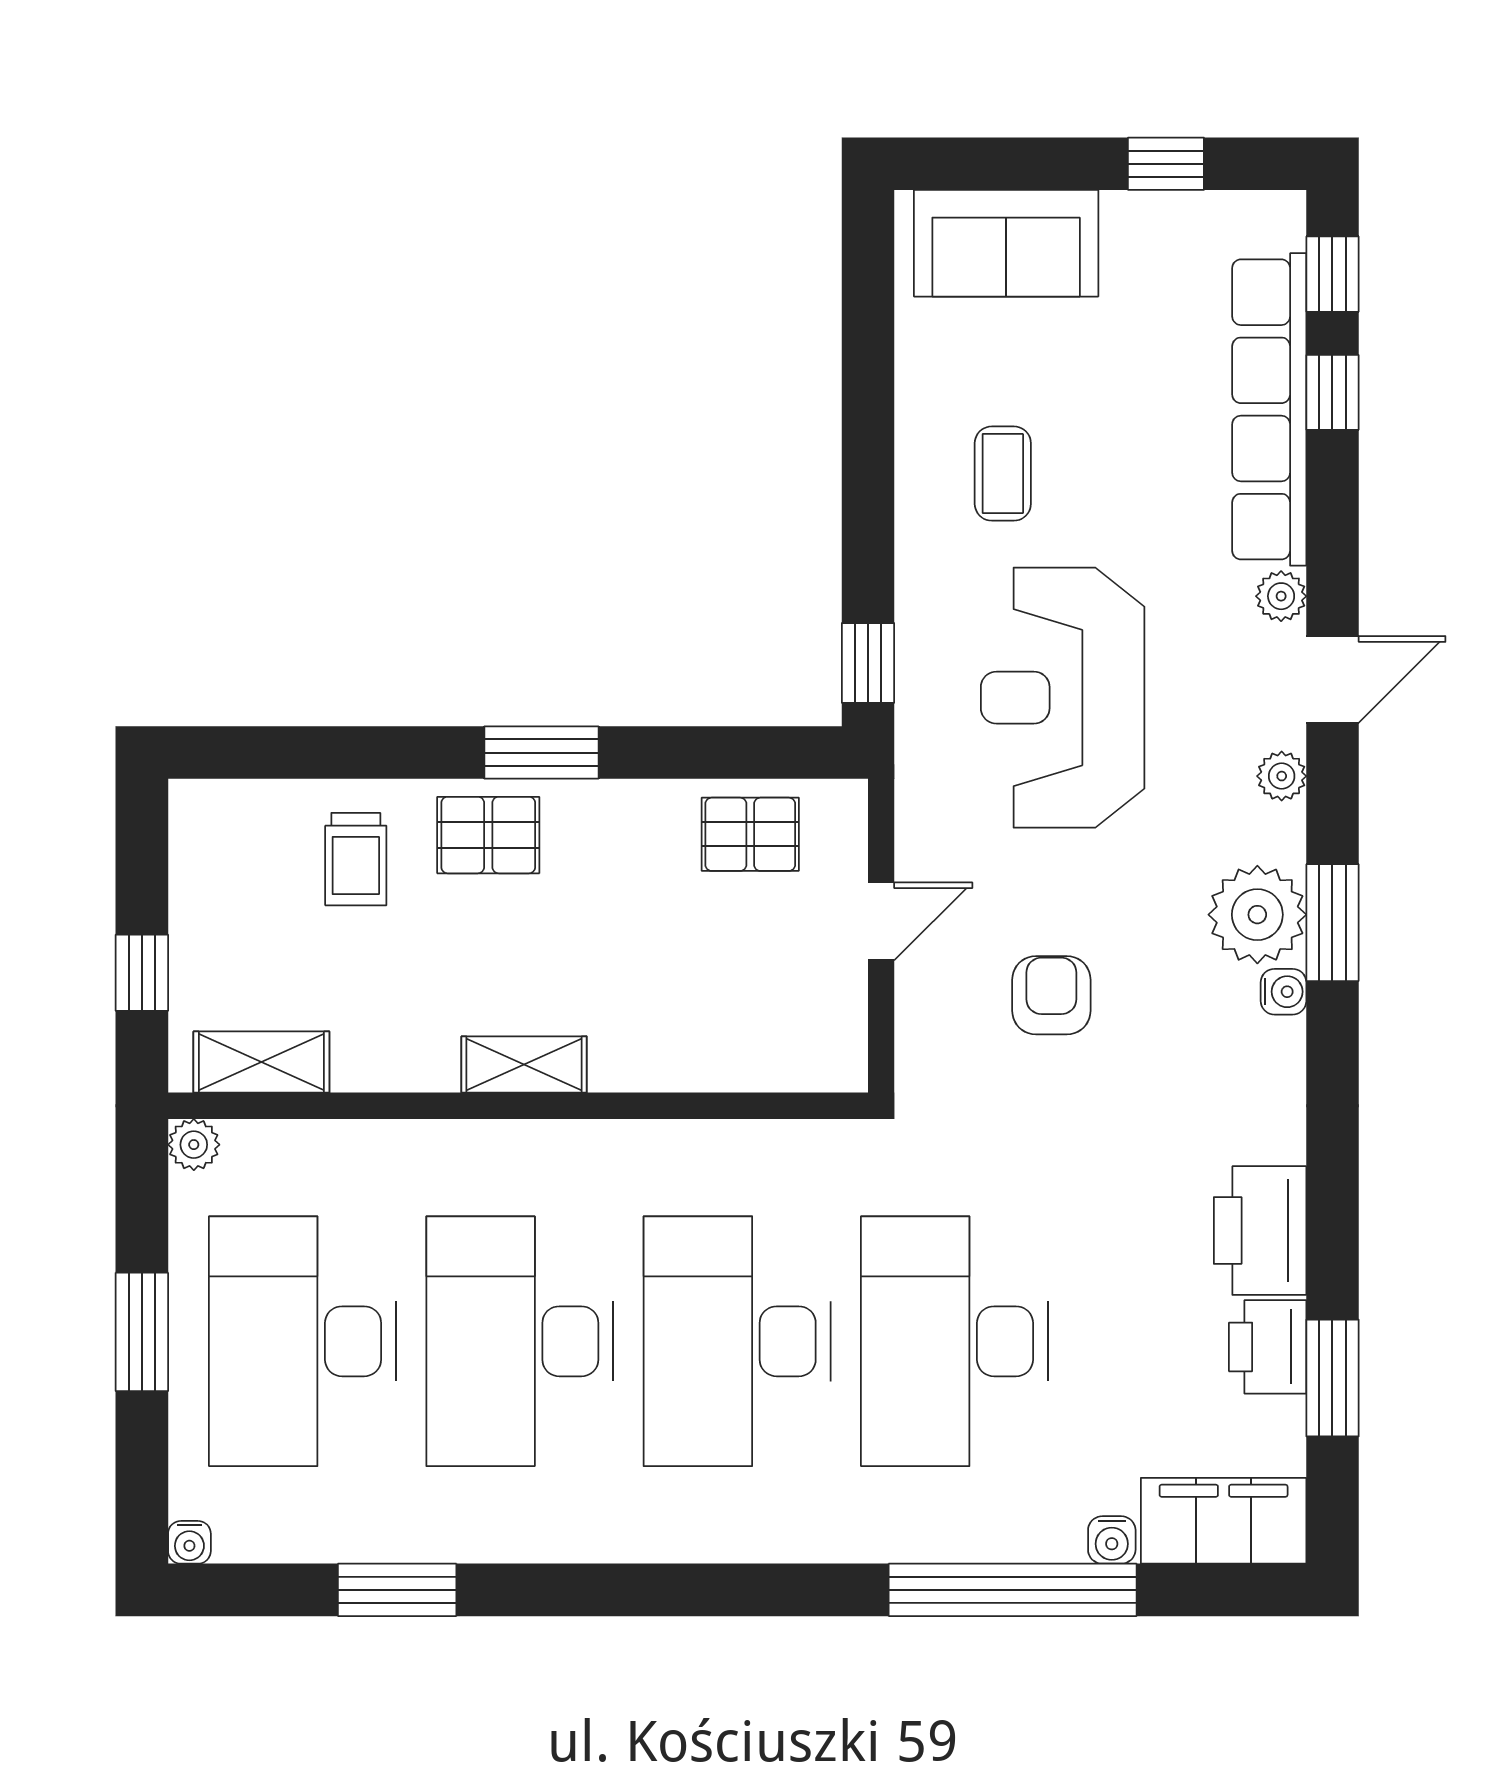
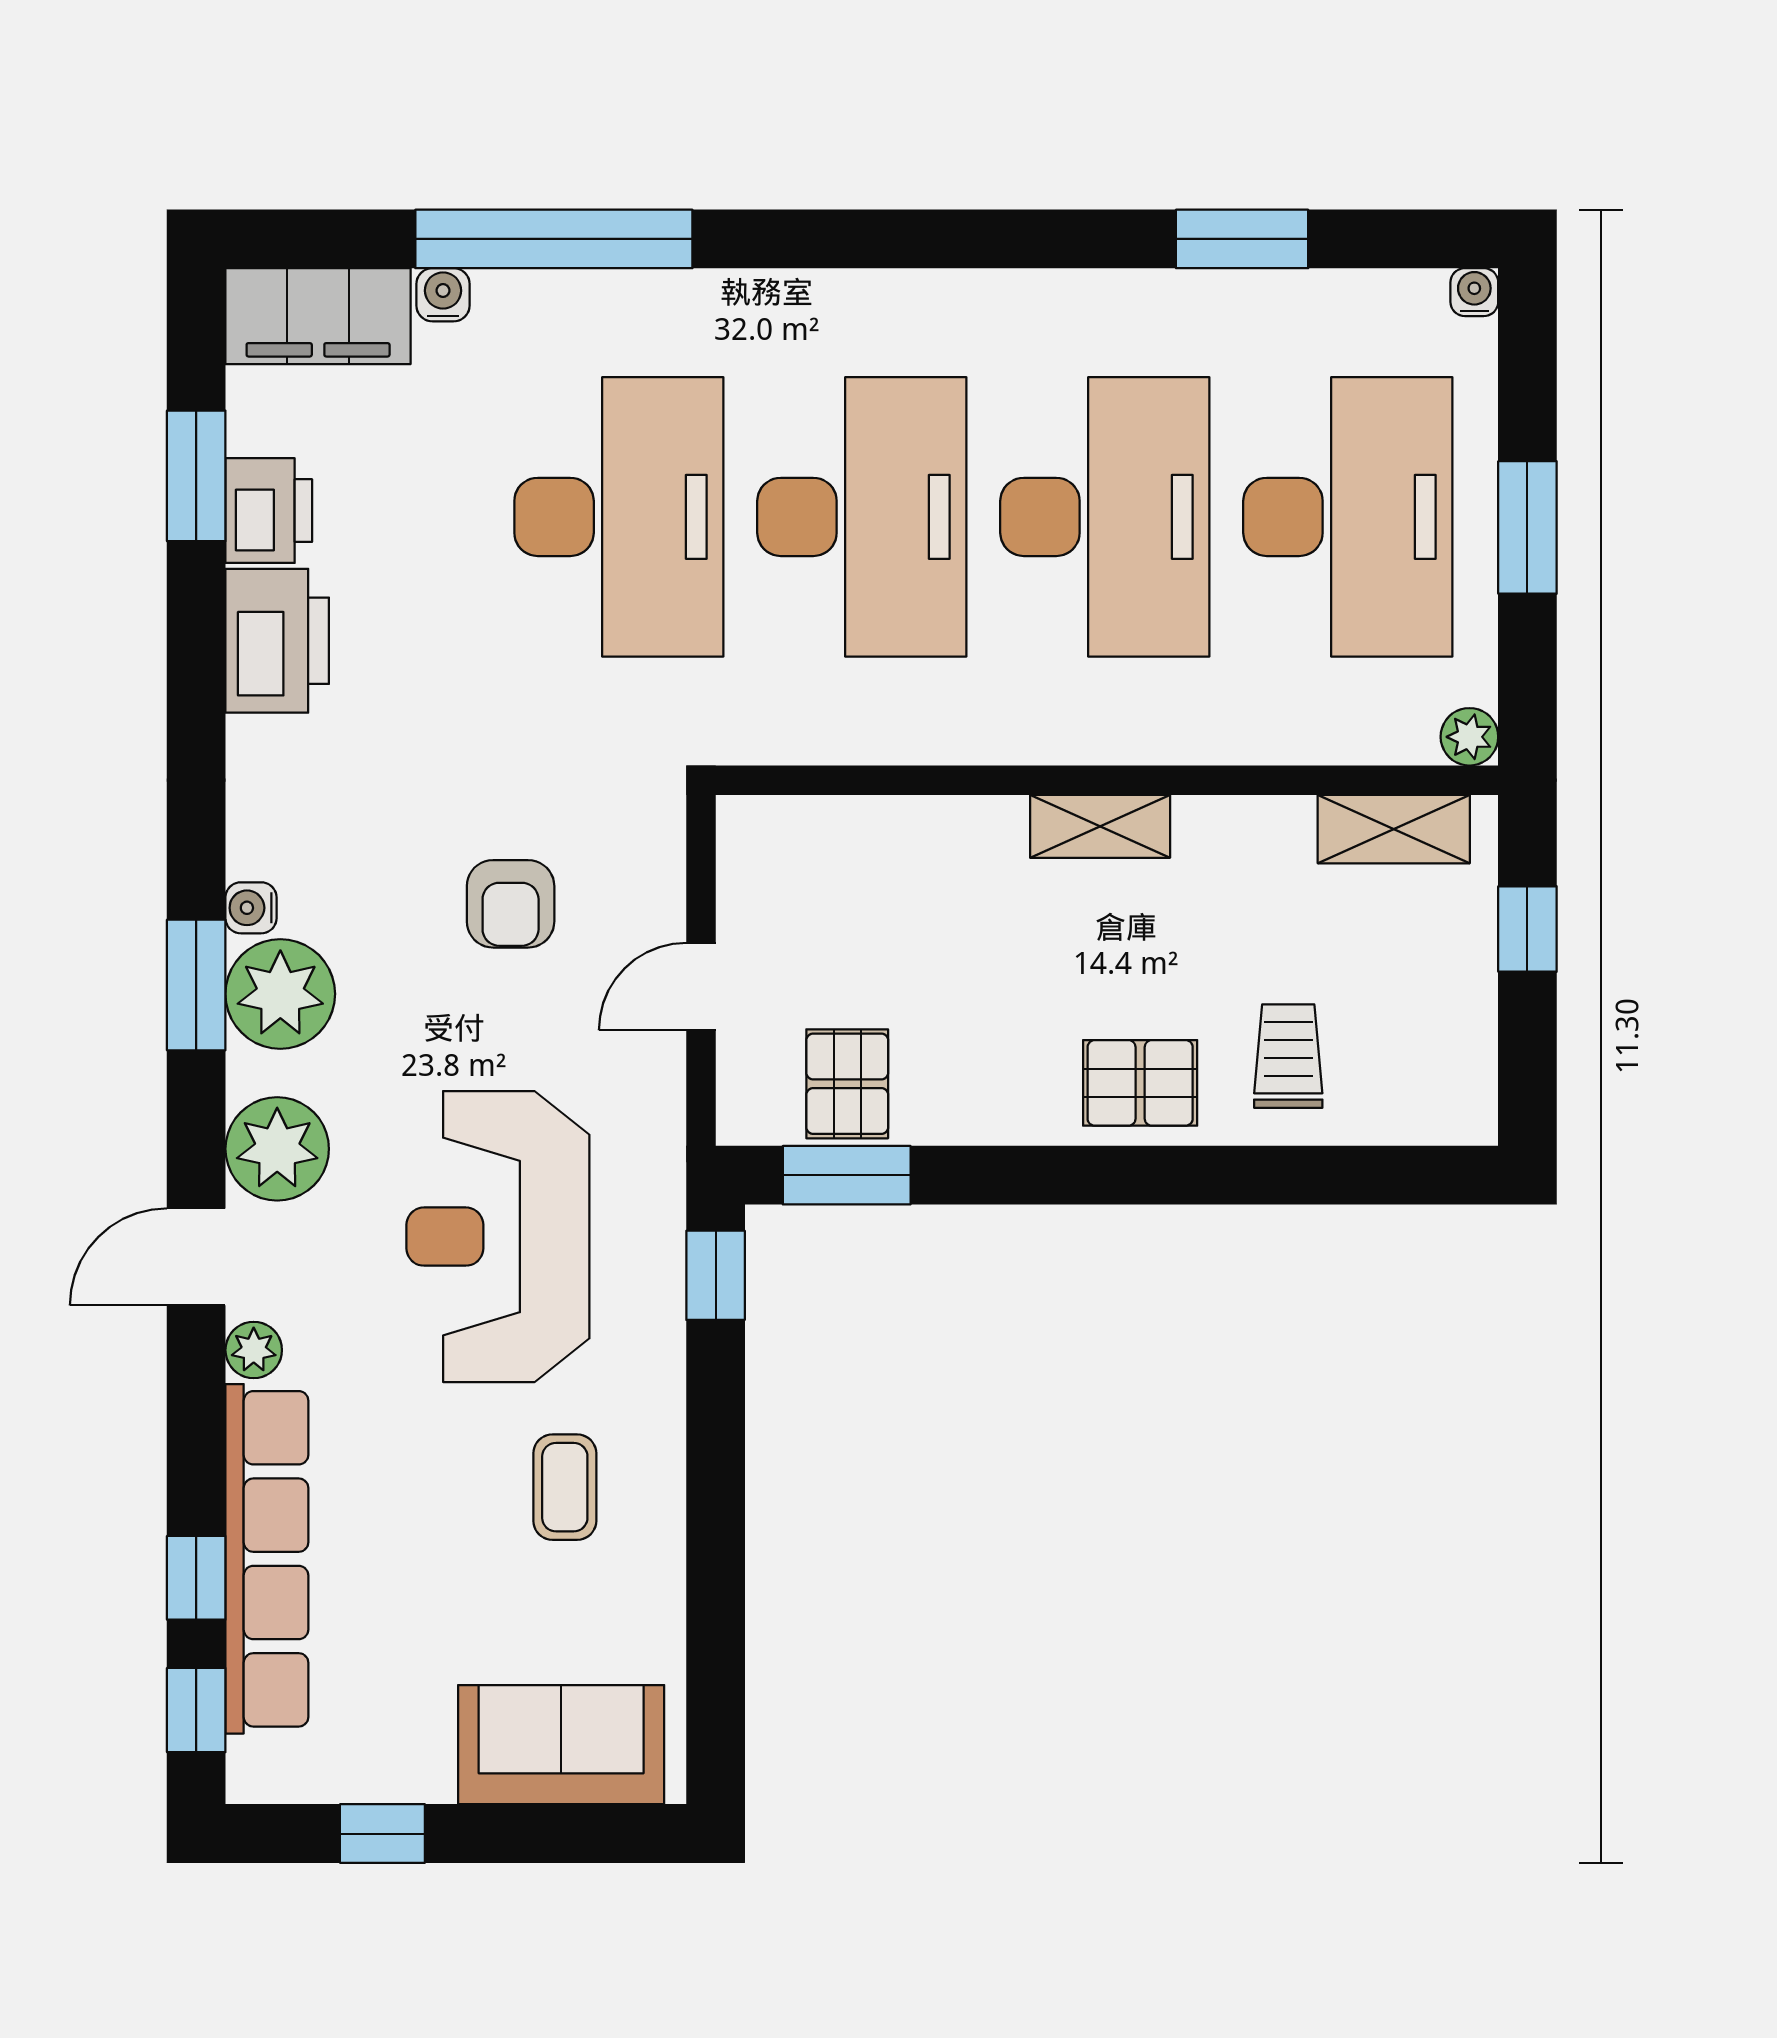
reception desk: (1063, 698) -> (498, 1237), turned 180
window: (541, 753) -> (847, 1175), moved
plant: (1282, 776) -> (277, 1149), width x1.87, depth x1.87
pallet: (750, 834) -> (847, 1084), turned 90

